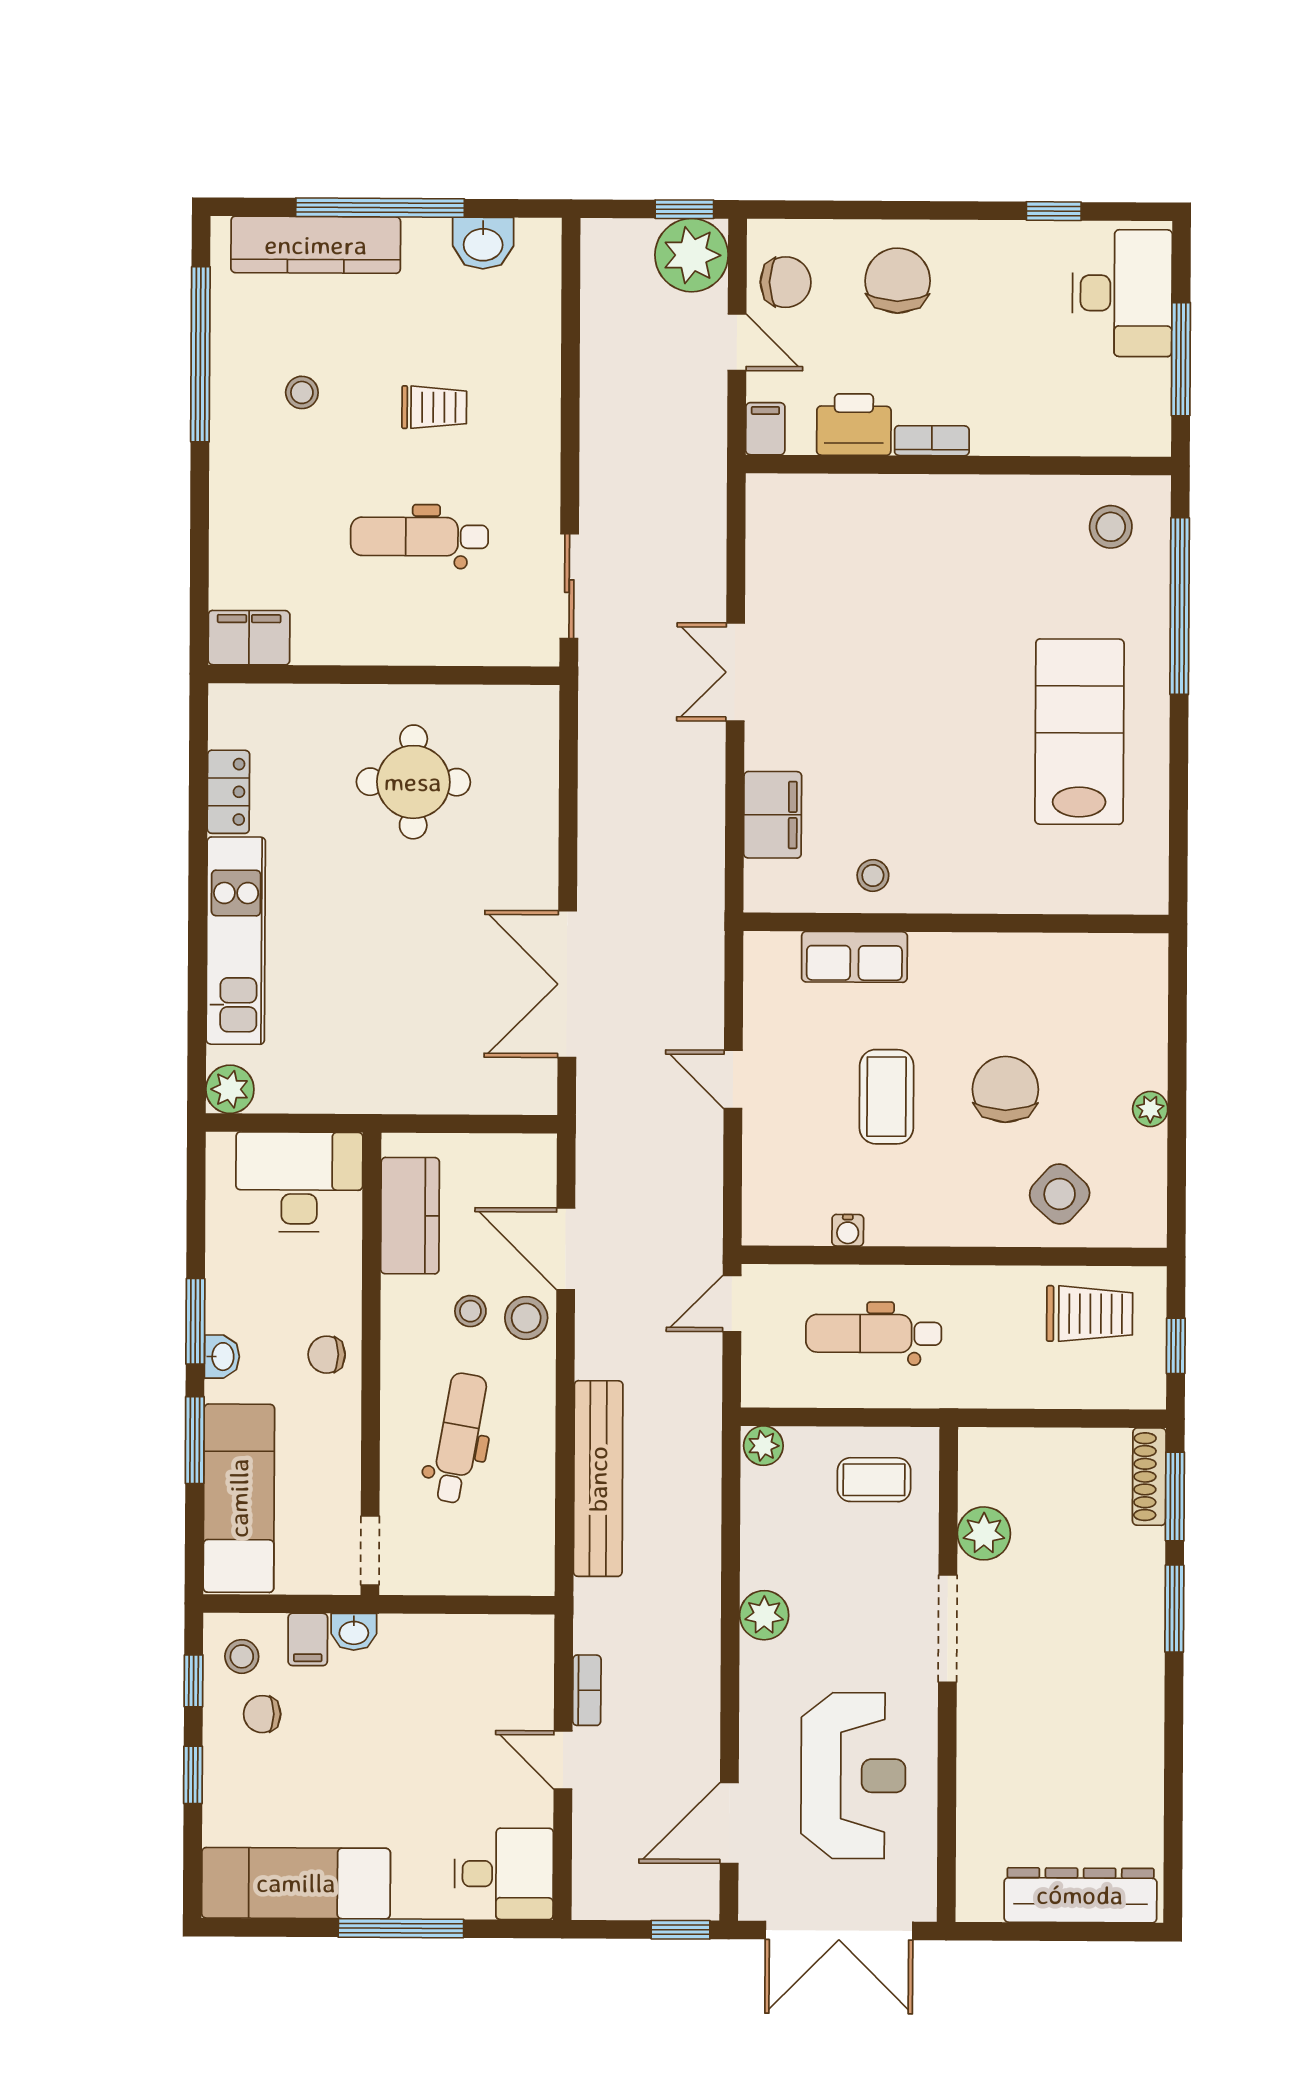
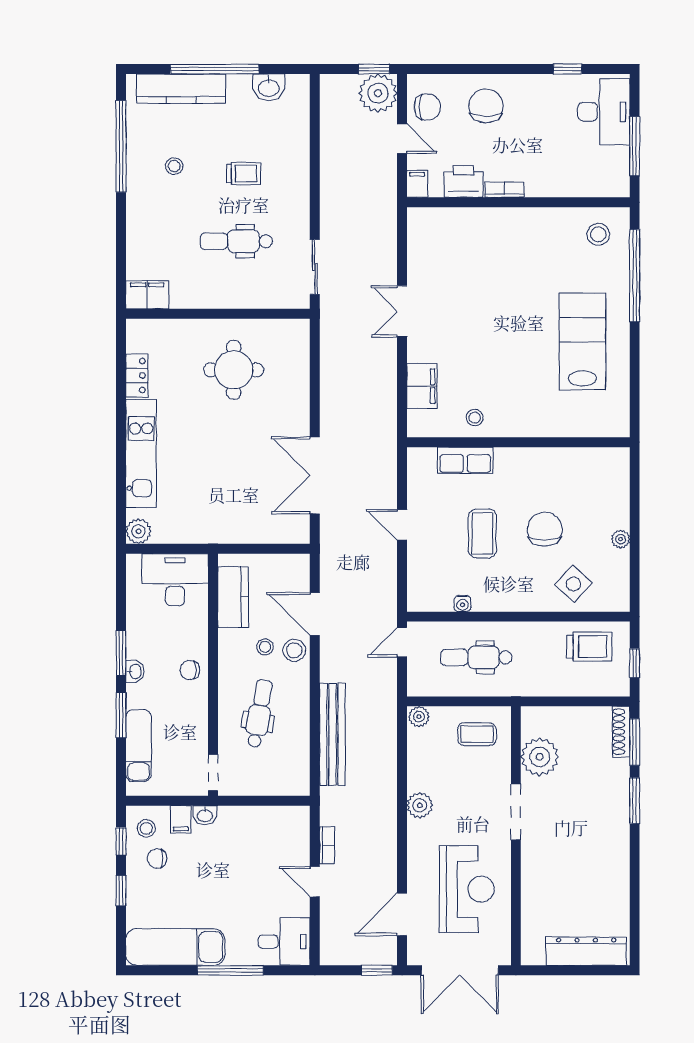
exam couch: (239, 1498) -> (138, 746), width x0.73, depth x0.69
plant: (984, 1533) -> (540, 757), width x1.36, depth x1.36

